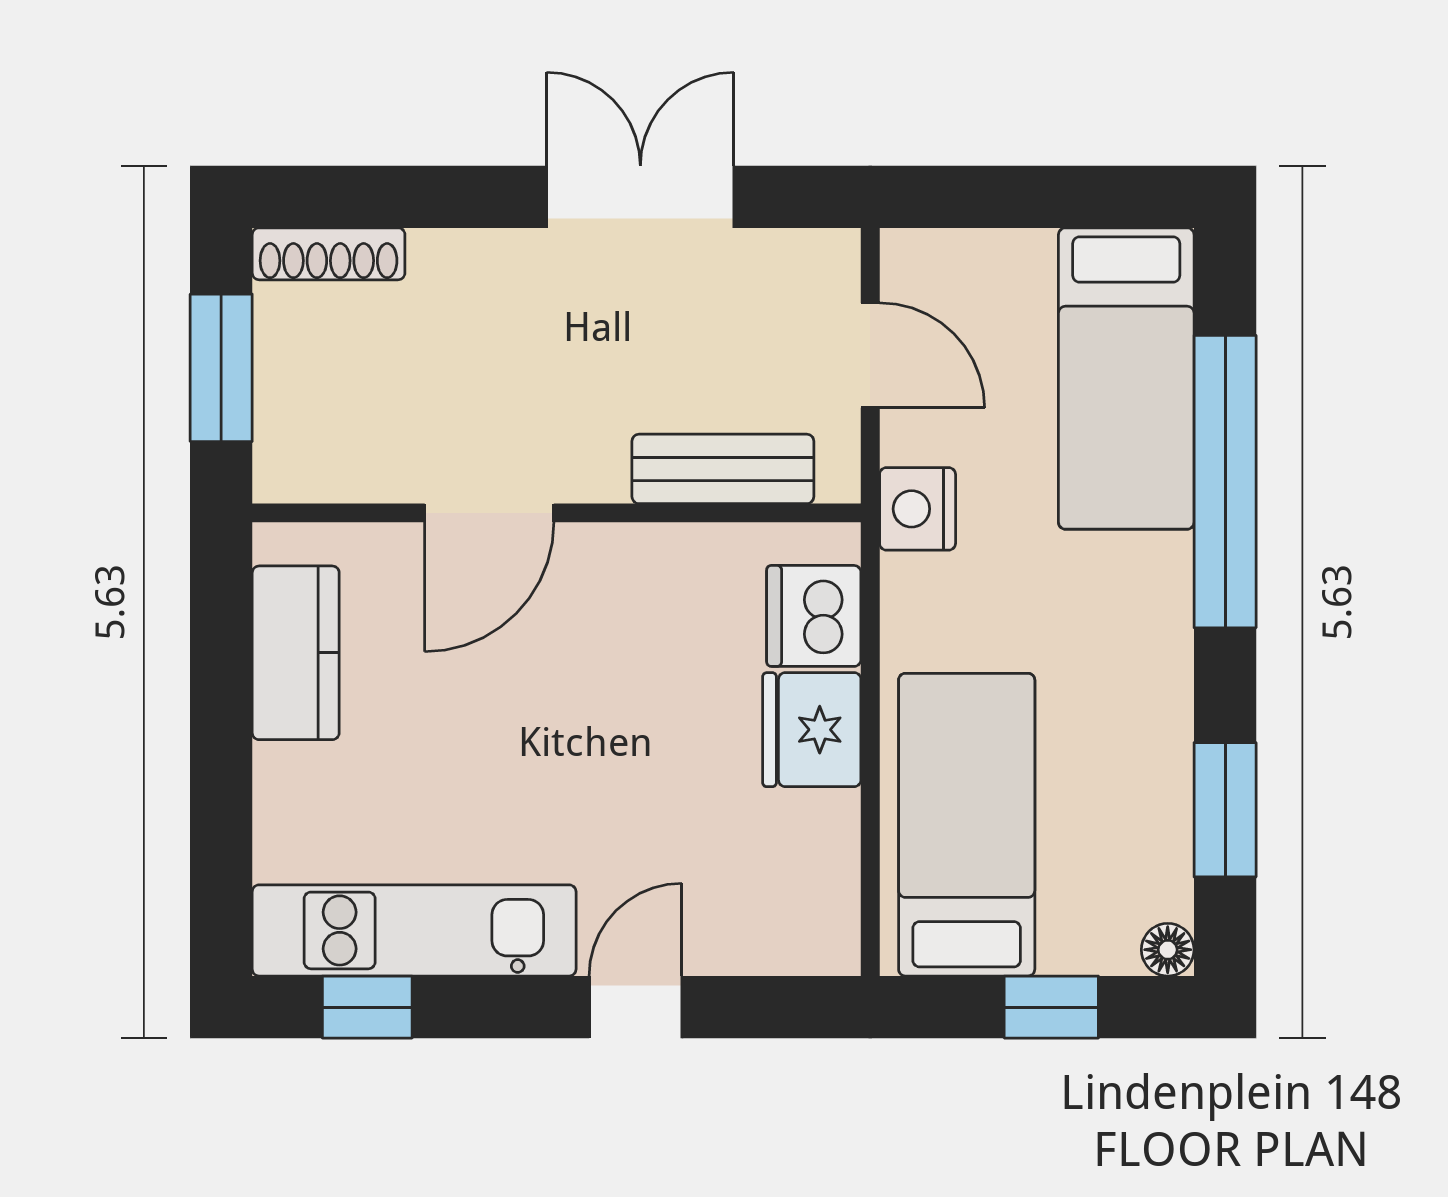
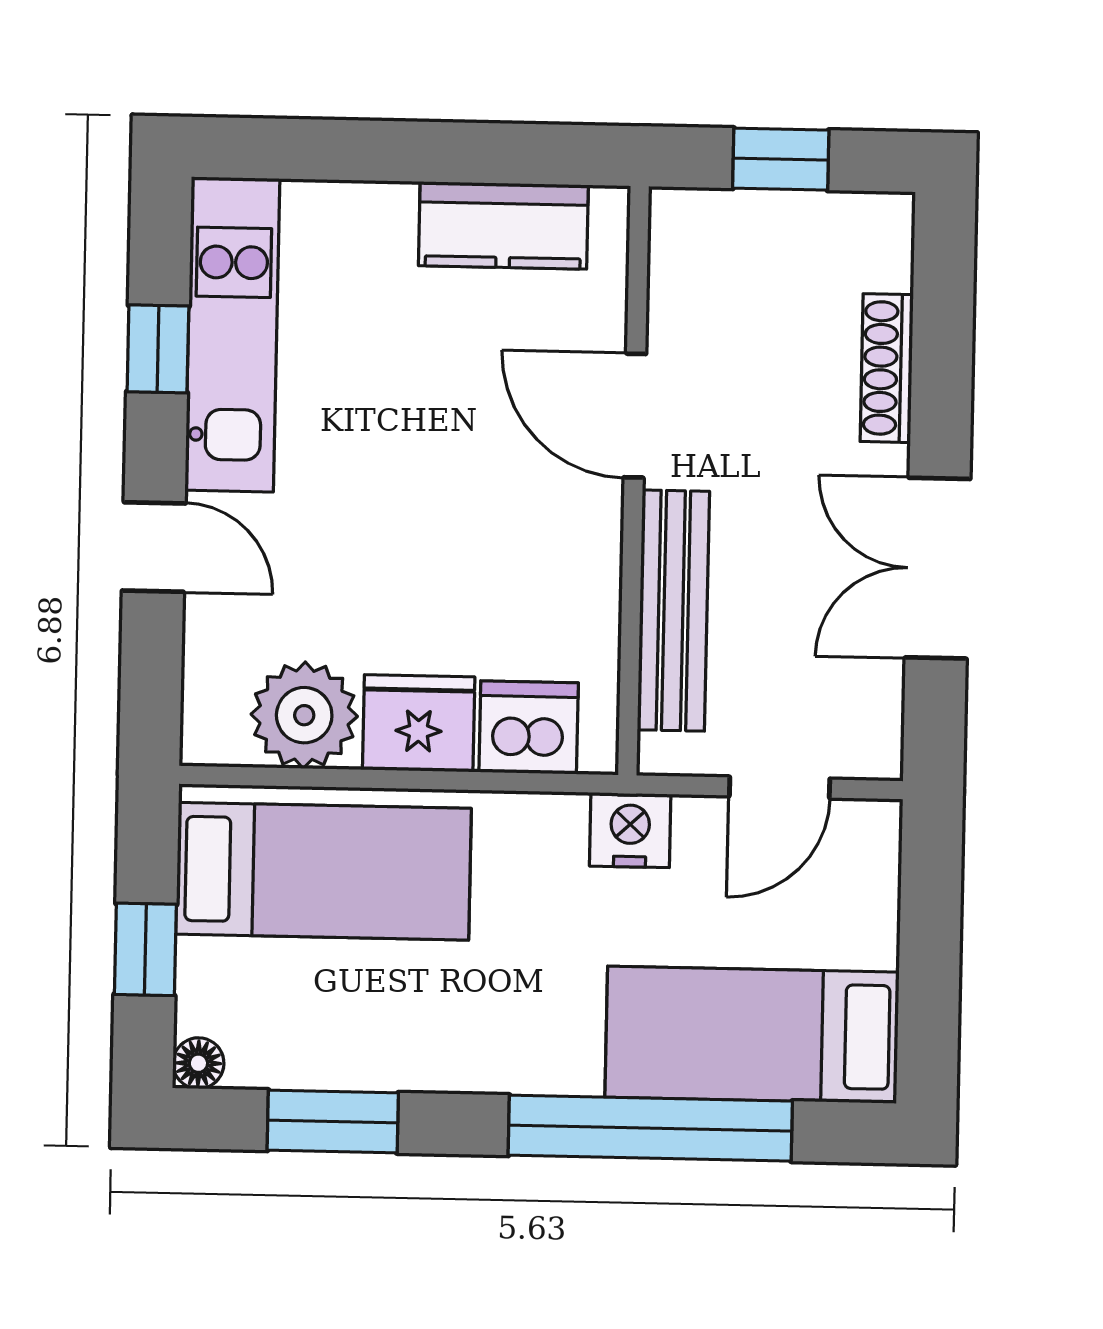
double door: (640, 197) -> (938, 568), swing flipped
shoe rack: (329, 254) -> (887, 368), moved
window: (221, 368) -> (781, 159), width x0.67
bench: (723, 469) -> (673, 611), width x1.36
plant: (806, 848) -> (304, 715), added
window: (367, 1007) -> (158, 349), moved

